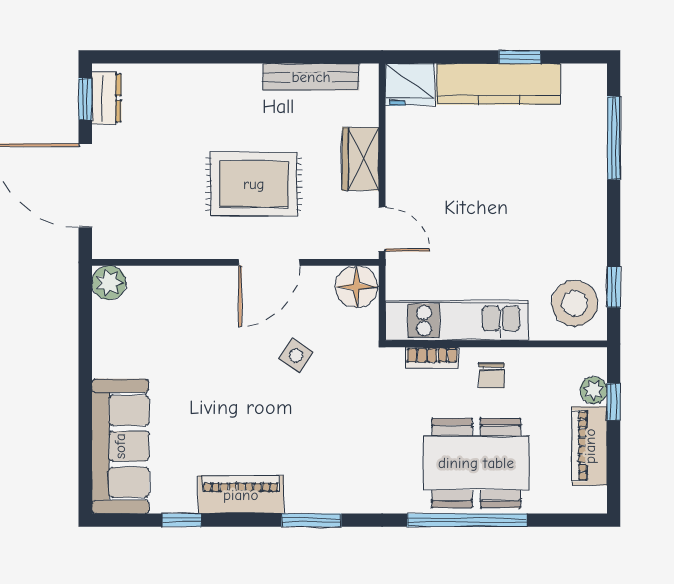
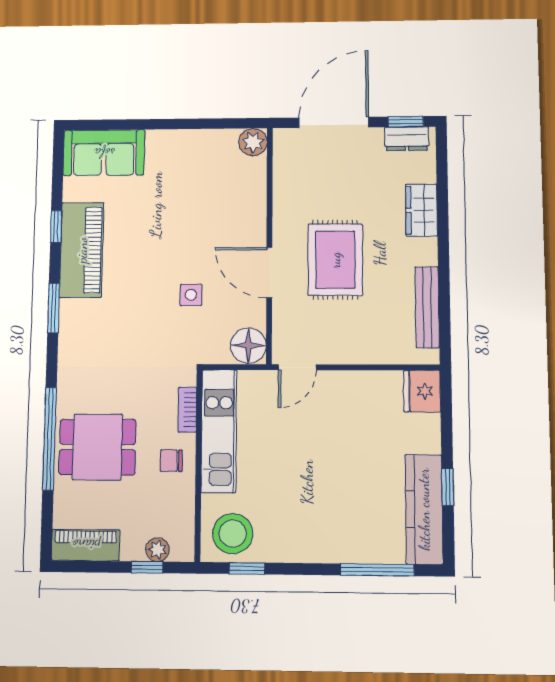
kitchen counter: (499, 84) -> (424, 509), moved
wardrobe: (360, 159) -> (421, 210), moved, turned -90
side table: (296, 355) -> (191, 295), turned -34
sofa: (120, 446) -> (104, 153), width x0.73
piano: (590, 446) -> (86, 545), moved
dining table: (476, 463) -> (97, 447), width x0.73
piano: (241, 495) -> (82, 250), width x1.37, depth x1.33
window: (182, 520) -> (56, 226), moved

